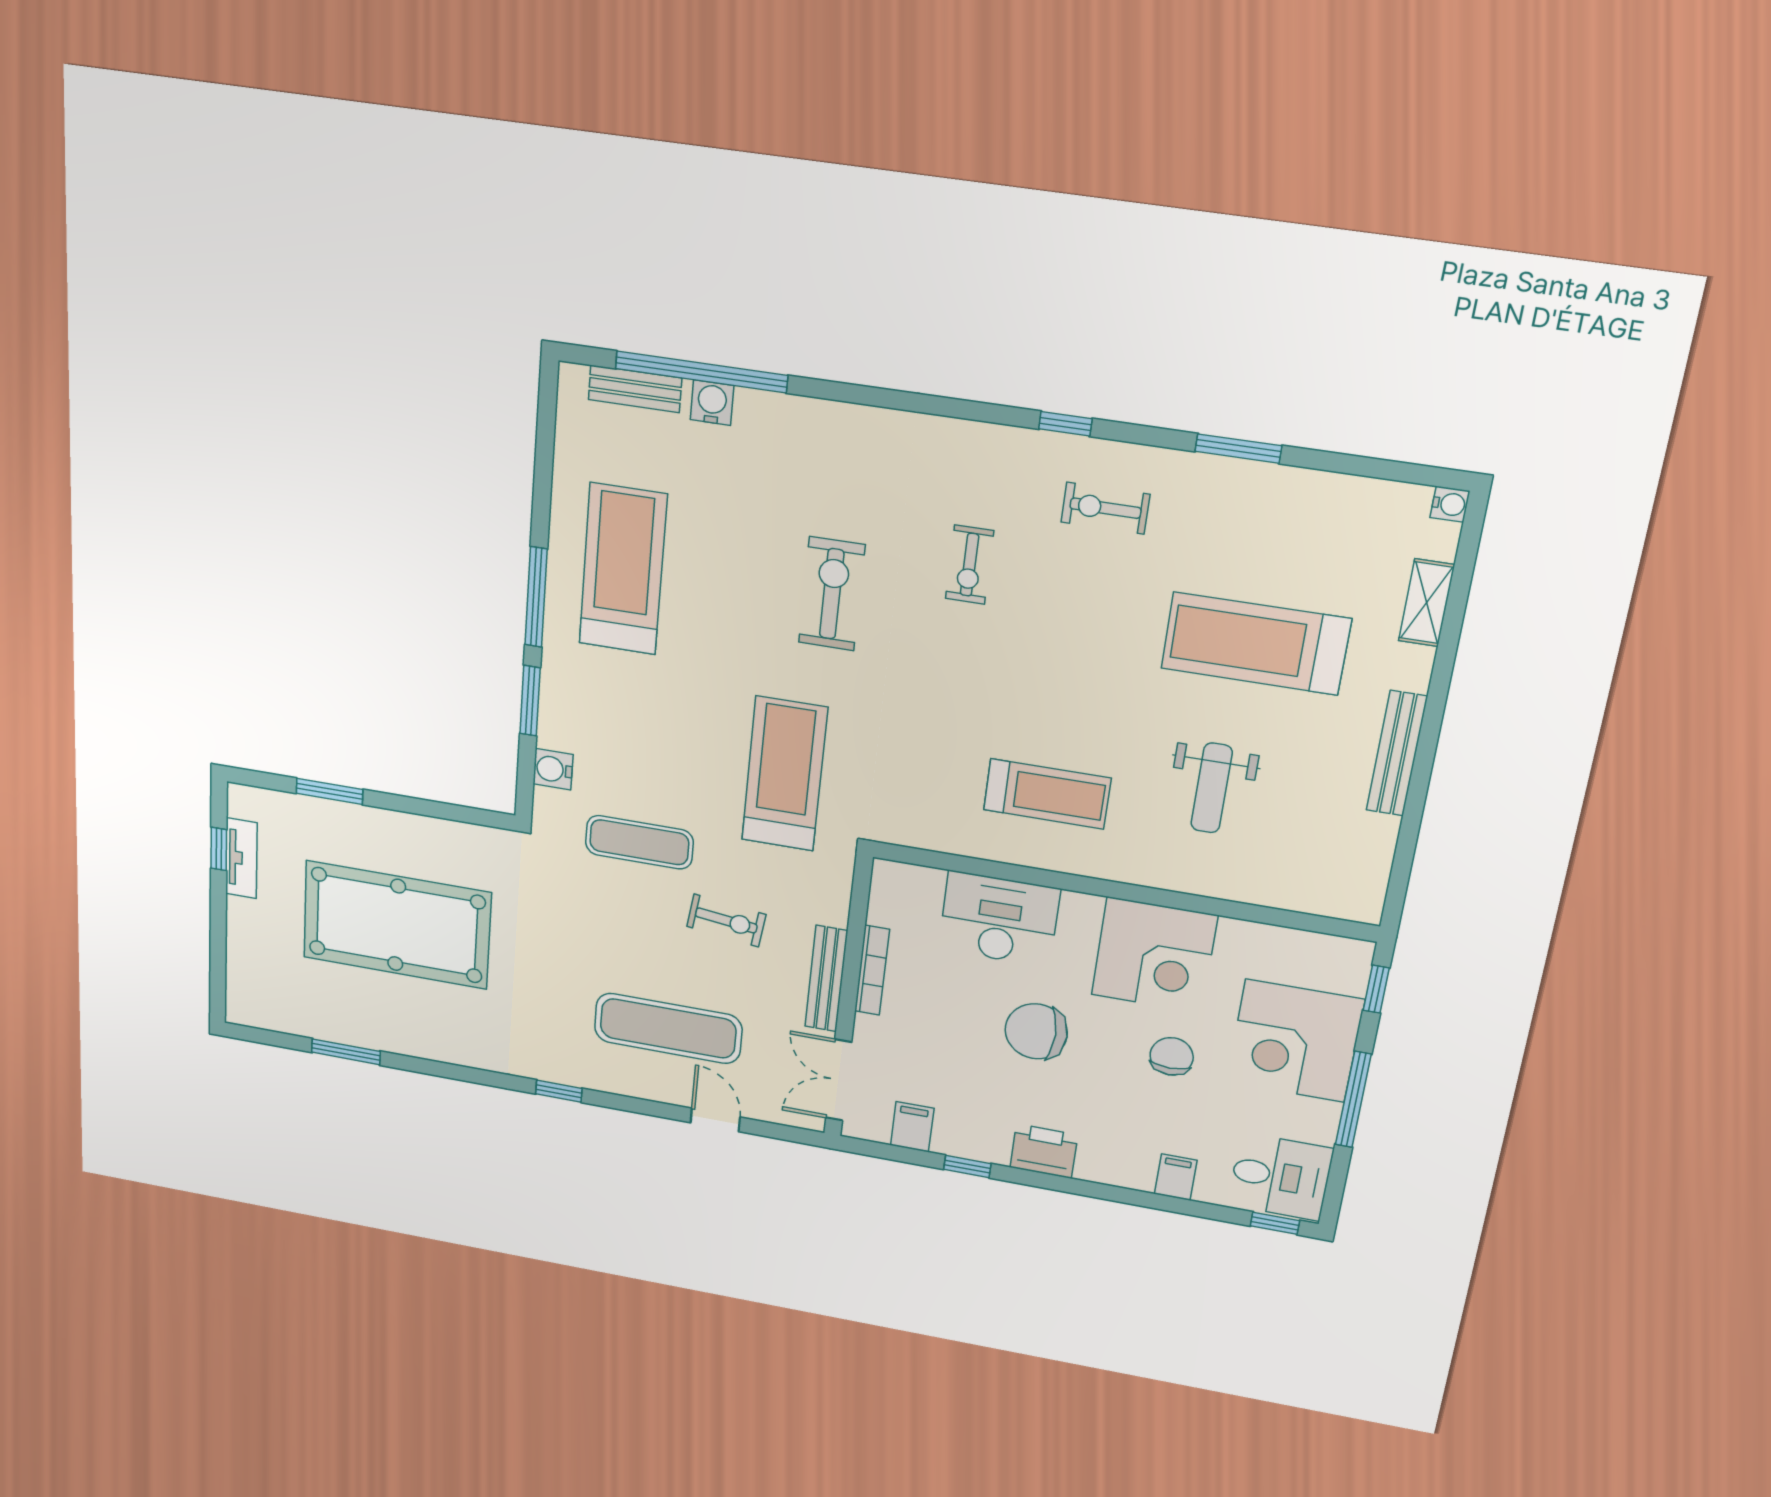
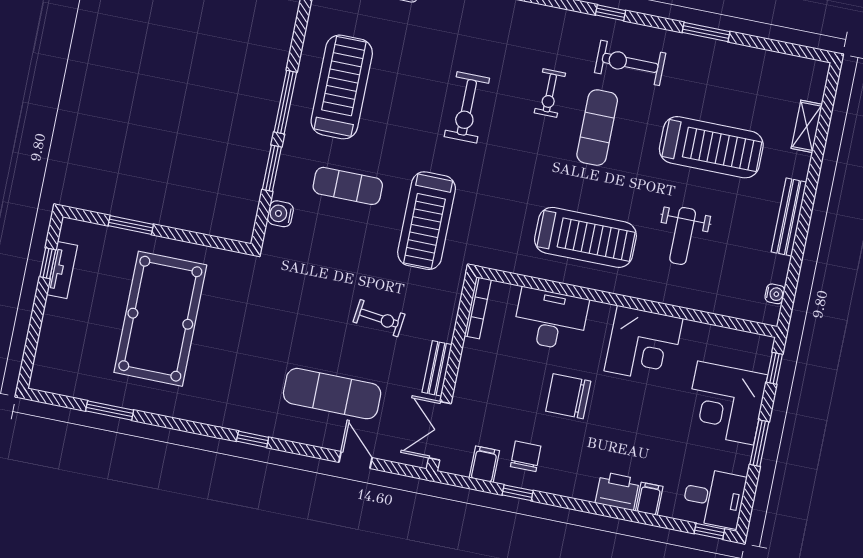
water cooler: (1450, 504) -> (775, 294), moved
exercise bike: (1105, 508) -> (630, 63), width x1.38, depth x1.39
exercise bike: (832, 594) -> (467, 107), turned 180
exercise mat: (1055, 618) -> (597, 128), added
treadmill: (1256, 644) -> (711, 147), turned 180
treadmill: (784, 774) -> (427, 221), turned 180
treadmill: (1047, 794) -> (585, 237), width x1.37, depth x1.38
exercise mat: (639, 842) -> (348, 186), moved
pool table: (397, 925) -> (160, 319), turned 90
bookcase: (872, 970) -> (478, 308), moved
bench: (826, 979) -> (437, 368), width x0.73
chair: (1172, 1056) -> (526, 456), moved
window: (1353, 1100) -> (759, 443), width x0.69
printer: (1044, 1151) -> (617, 491), moved

